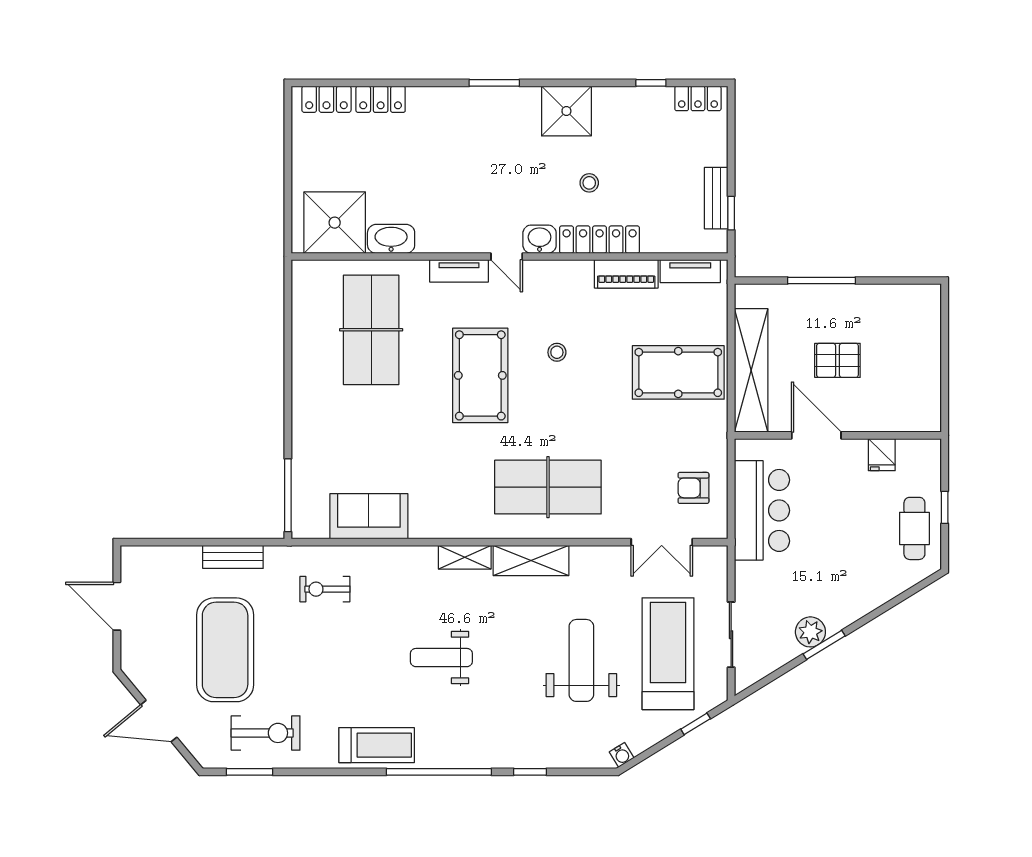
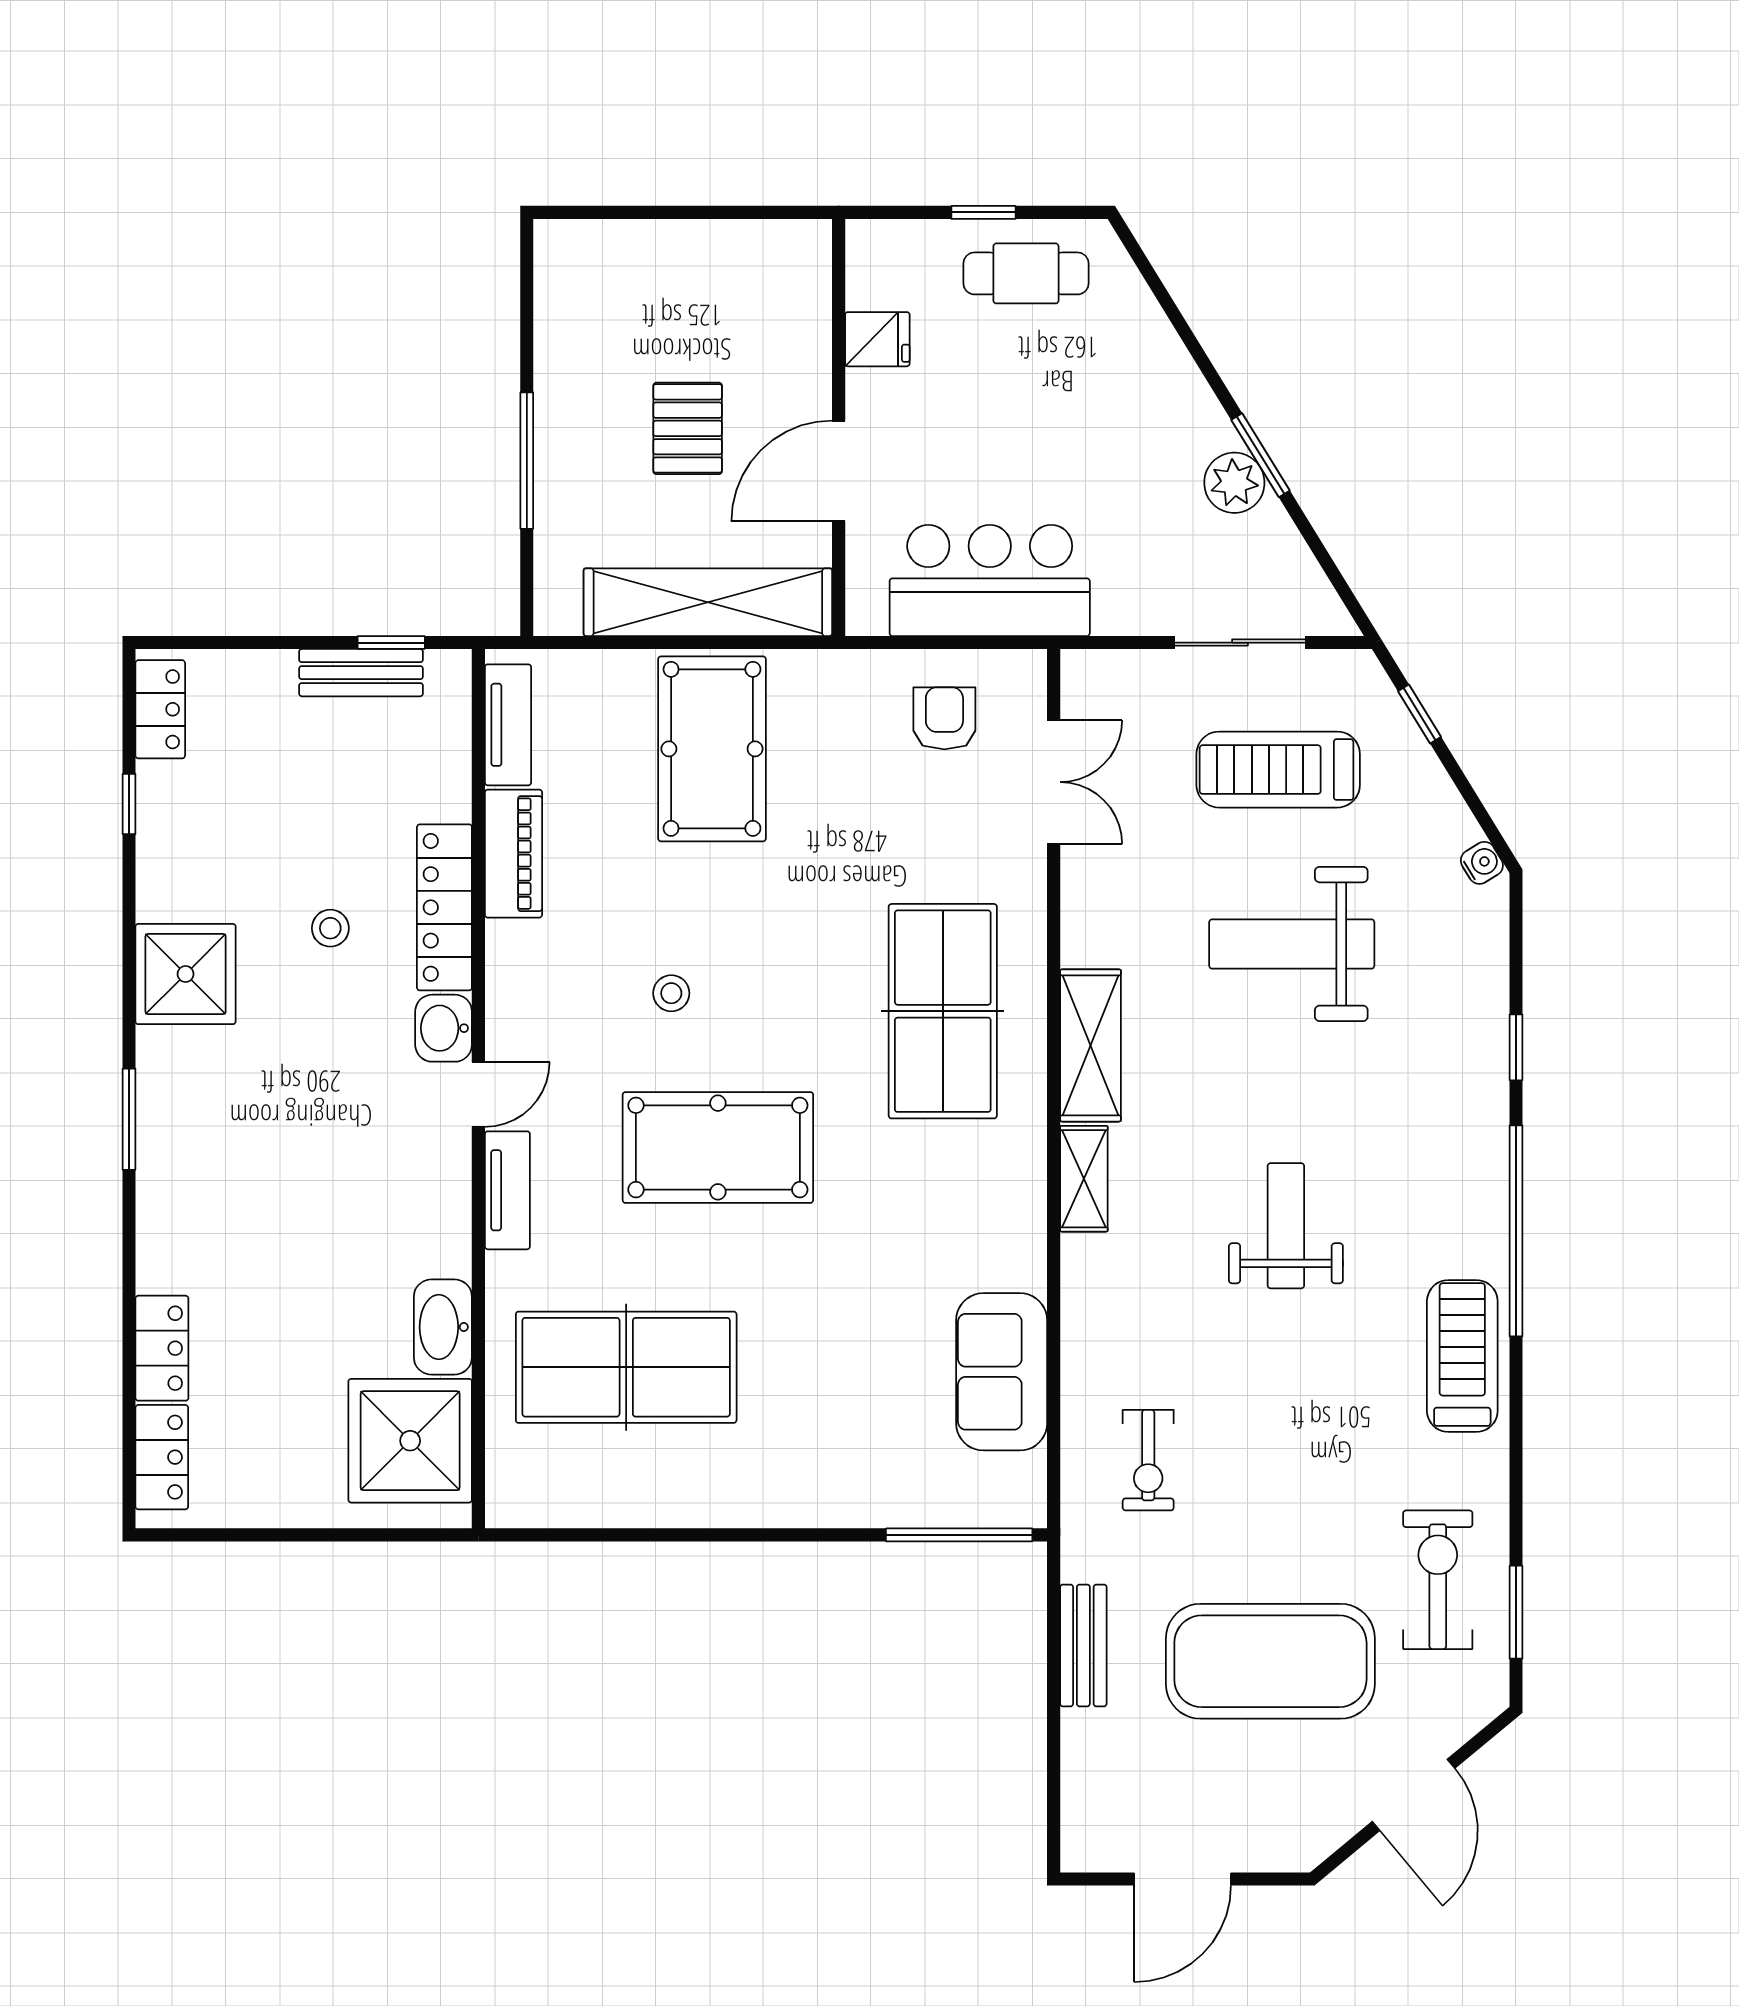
armchair: (693, 488) -> (944, 718), turned 180
treadmill: (668, 654) -> (1278, 770), width x0.73, depth x0.73
weight bench: (441, 658) -> (1286, 1226), turned 180

